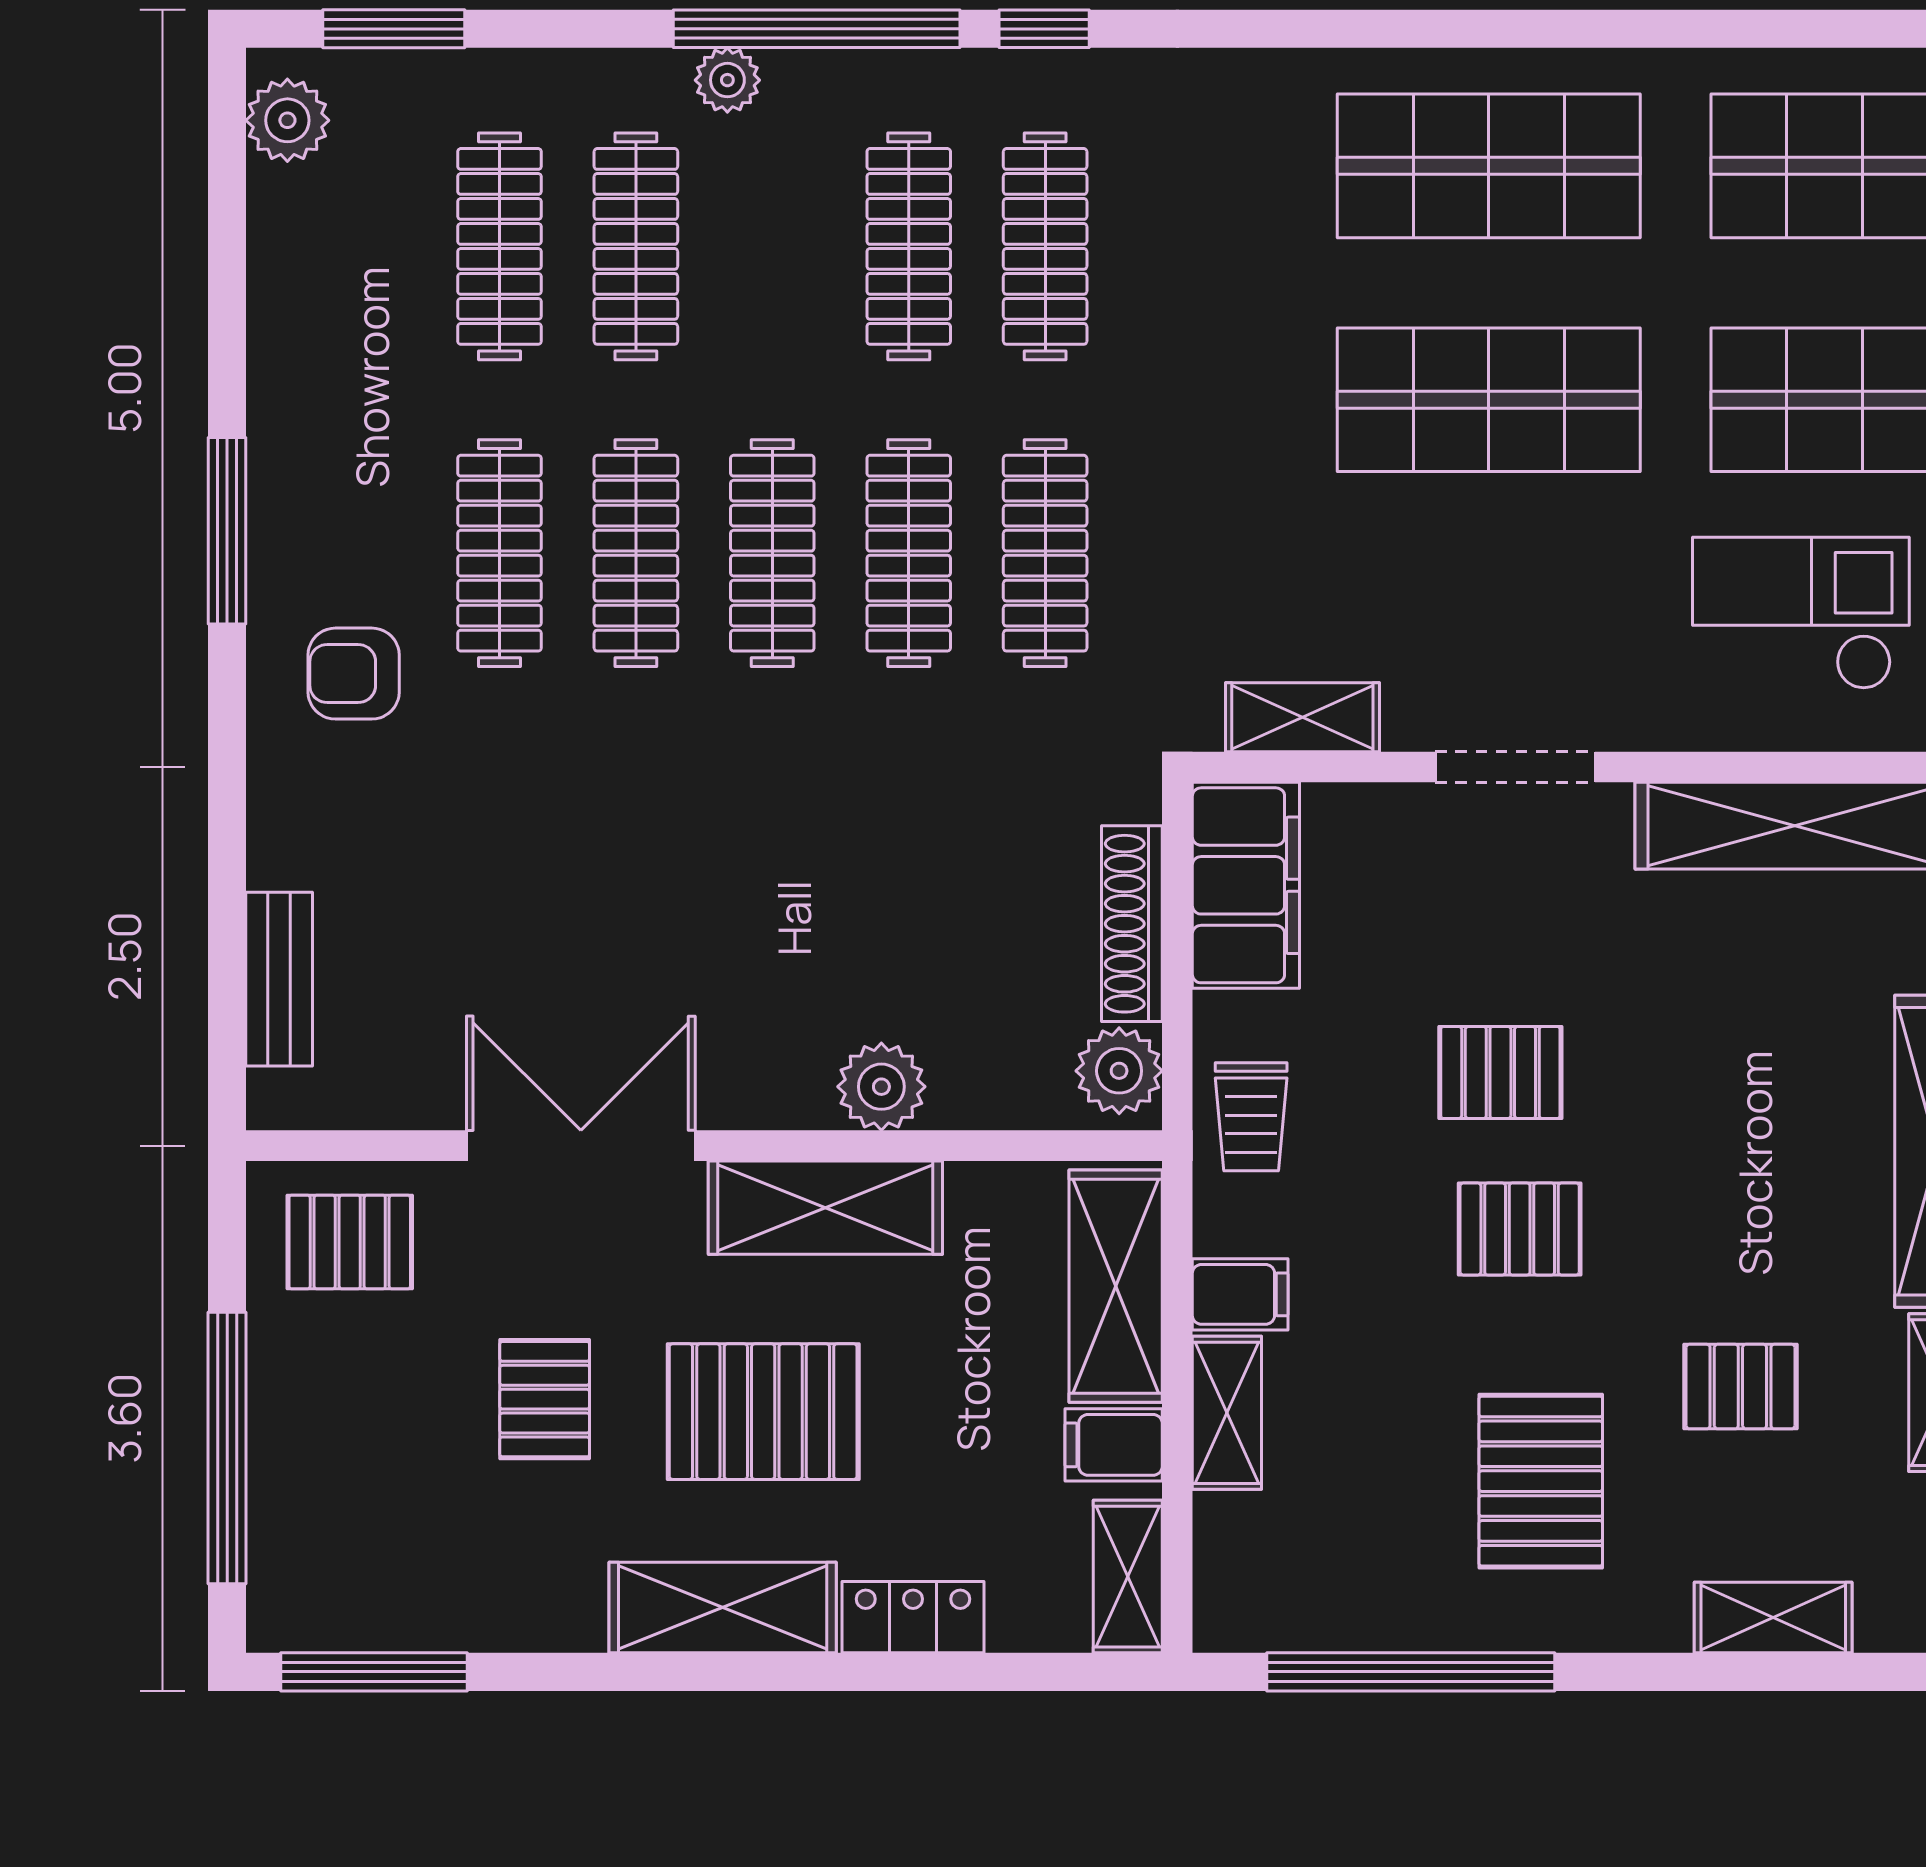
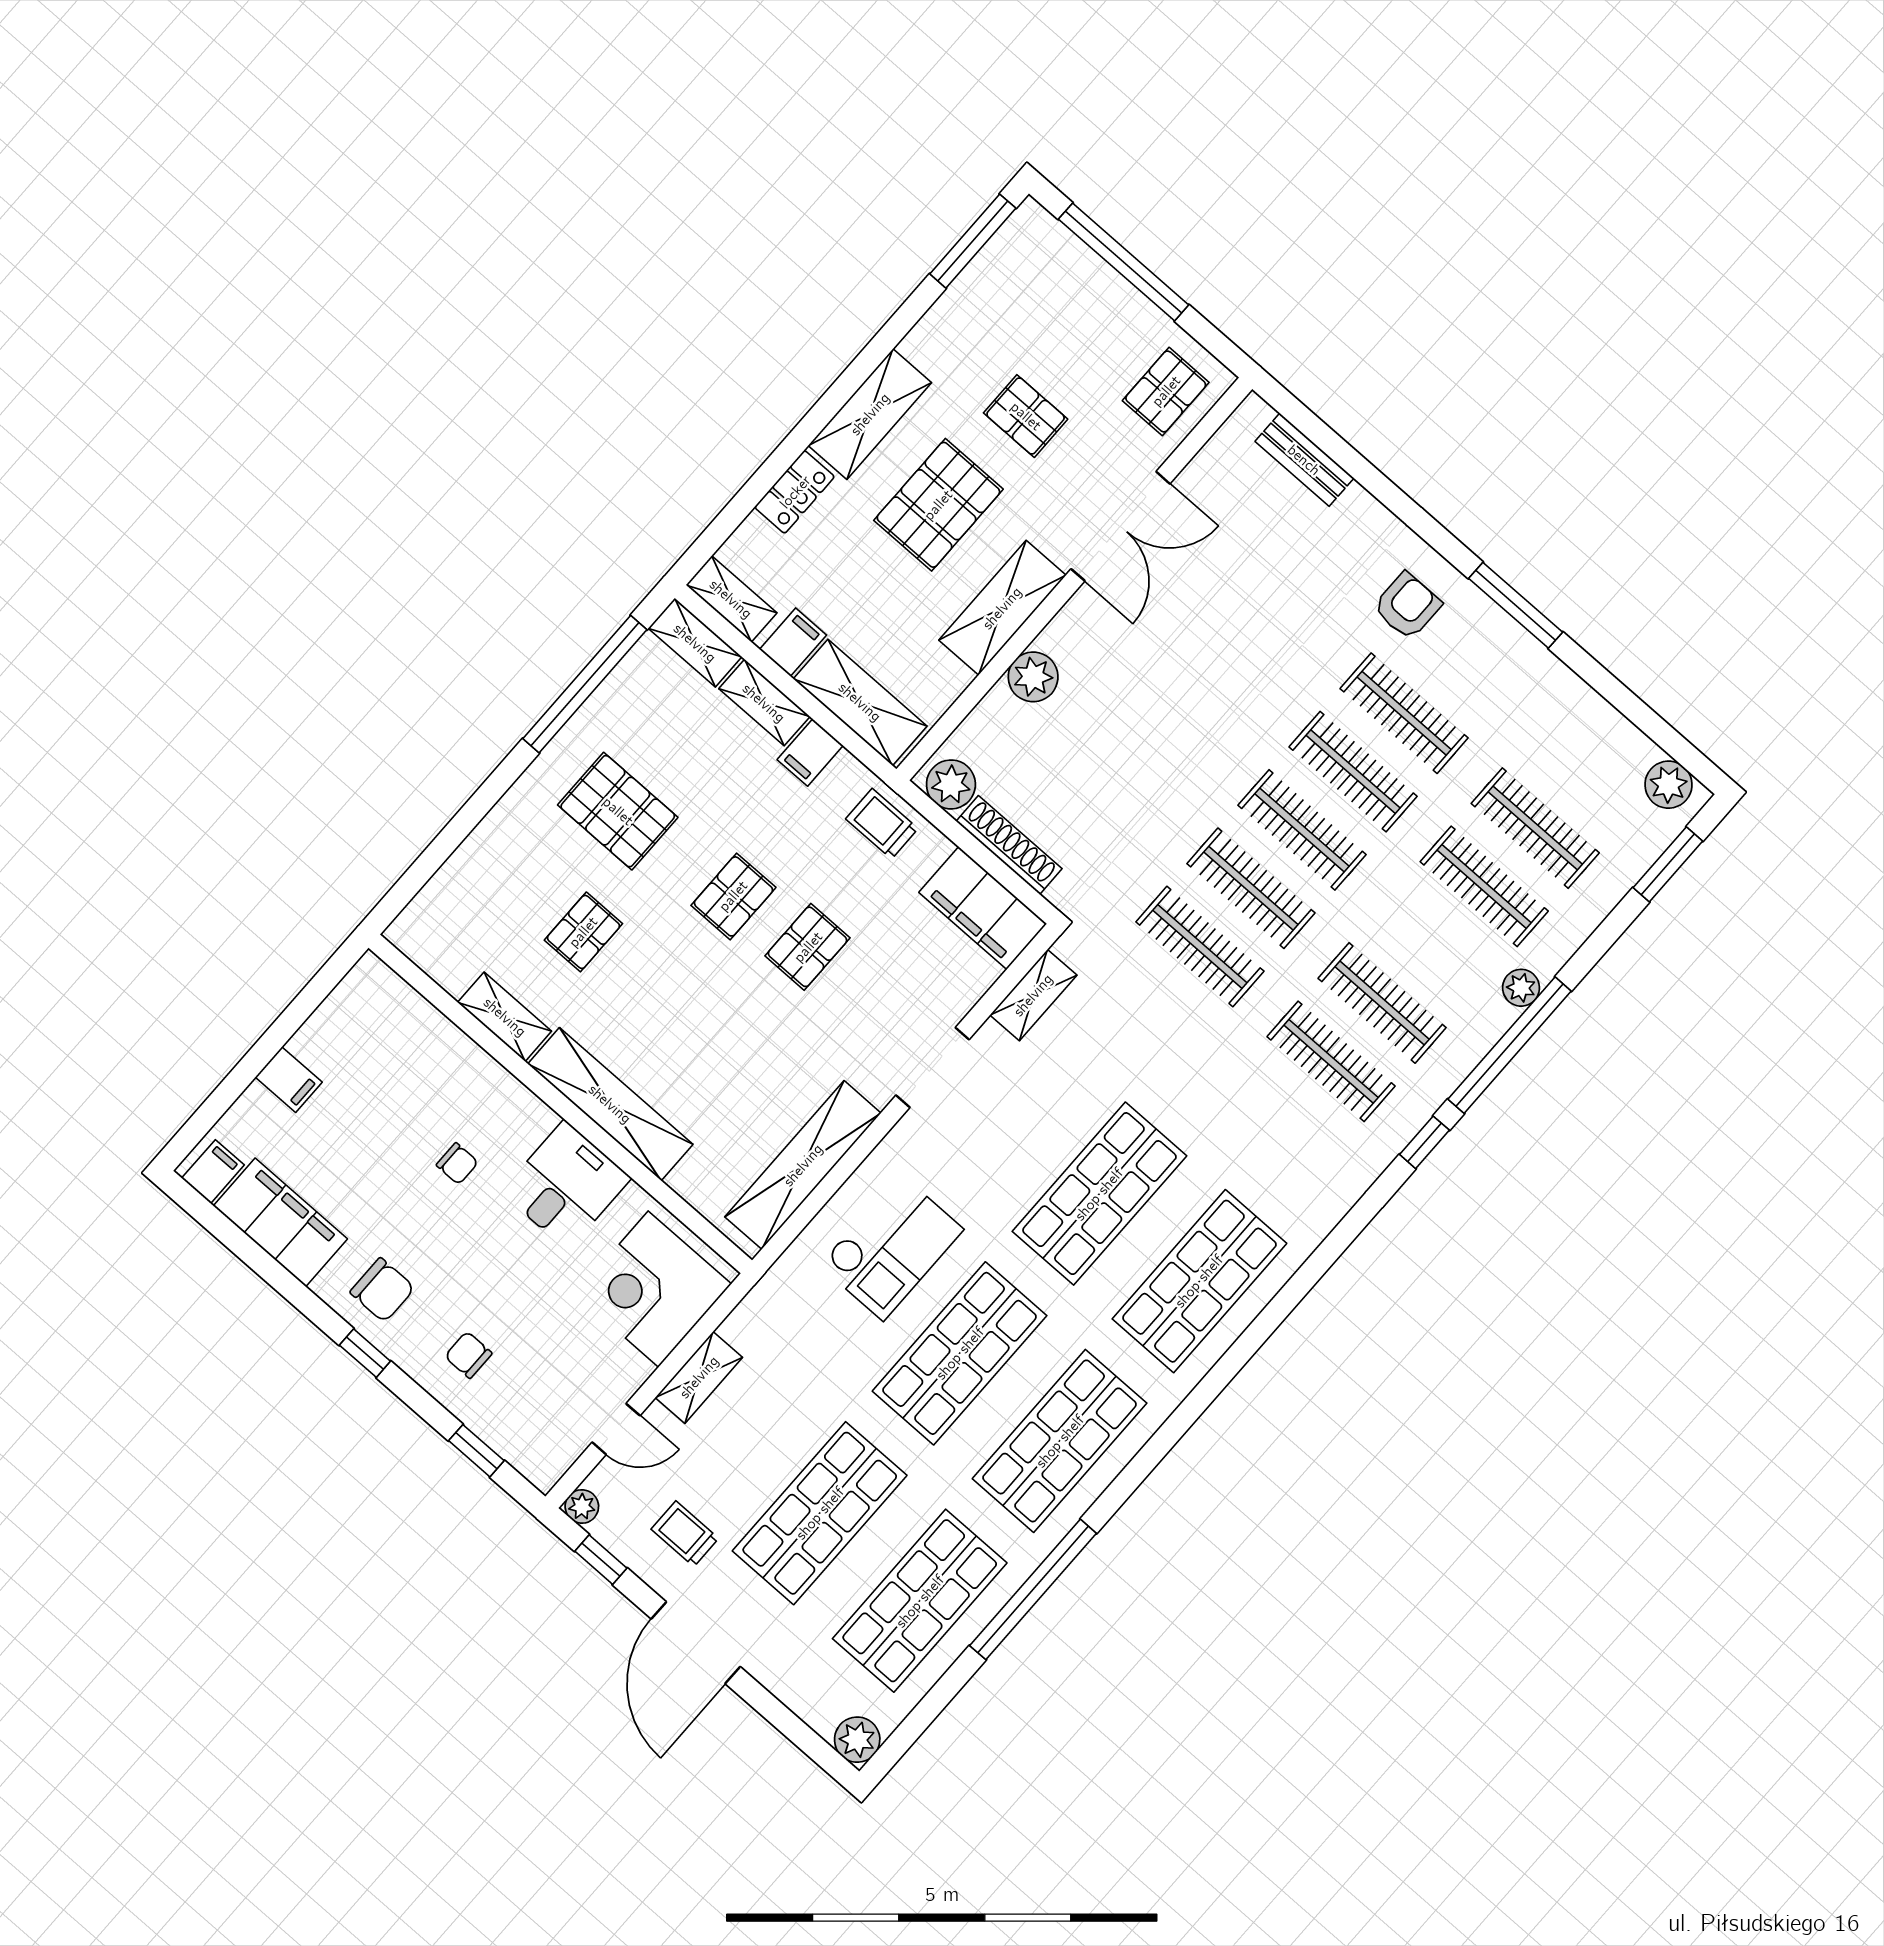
shelving: (1773, 1617) -> (695, 643), moved, turned 90

